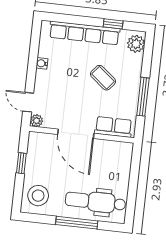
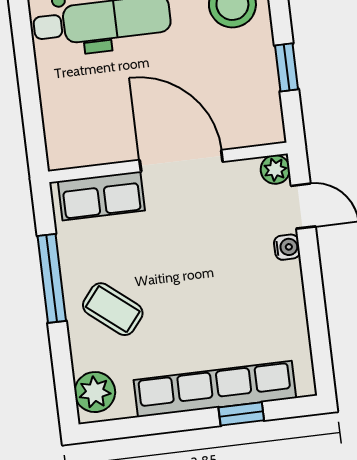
window: (113, 24) -> (241, 414), moved
water cooler: (42, 63) -> (287, 247), moved
coffee table: (103, 78) -> (113, 309), moved

